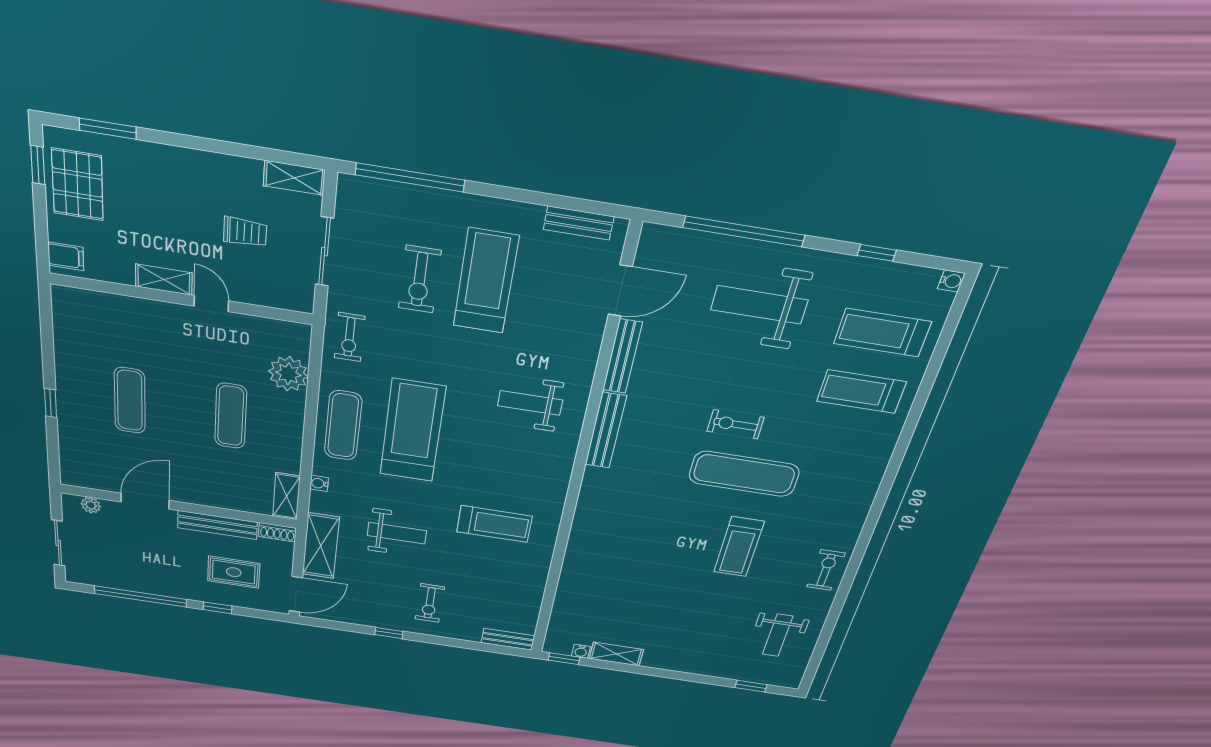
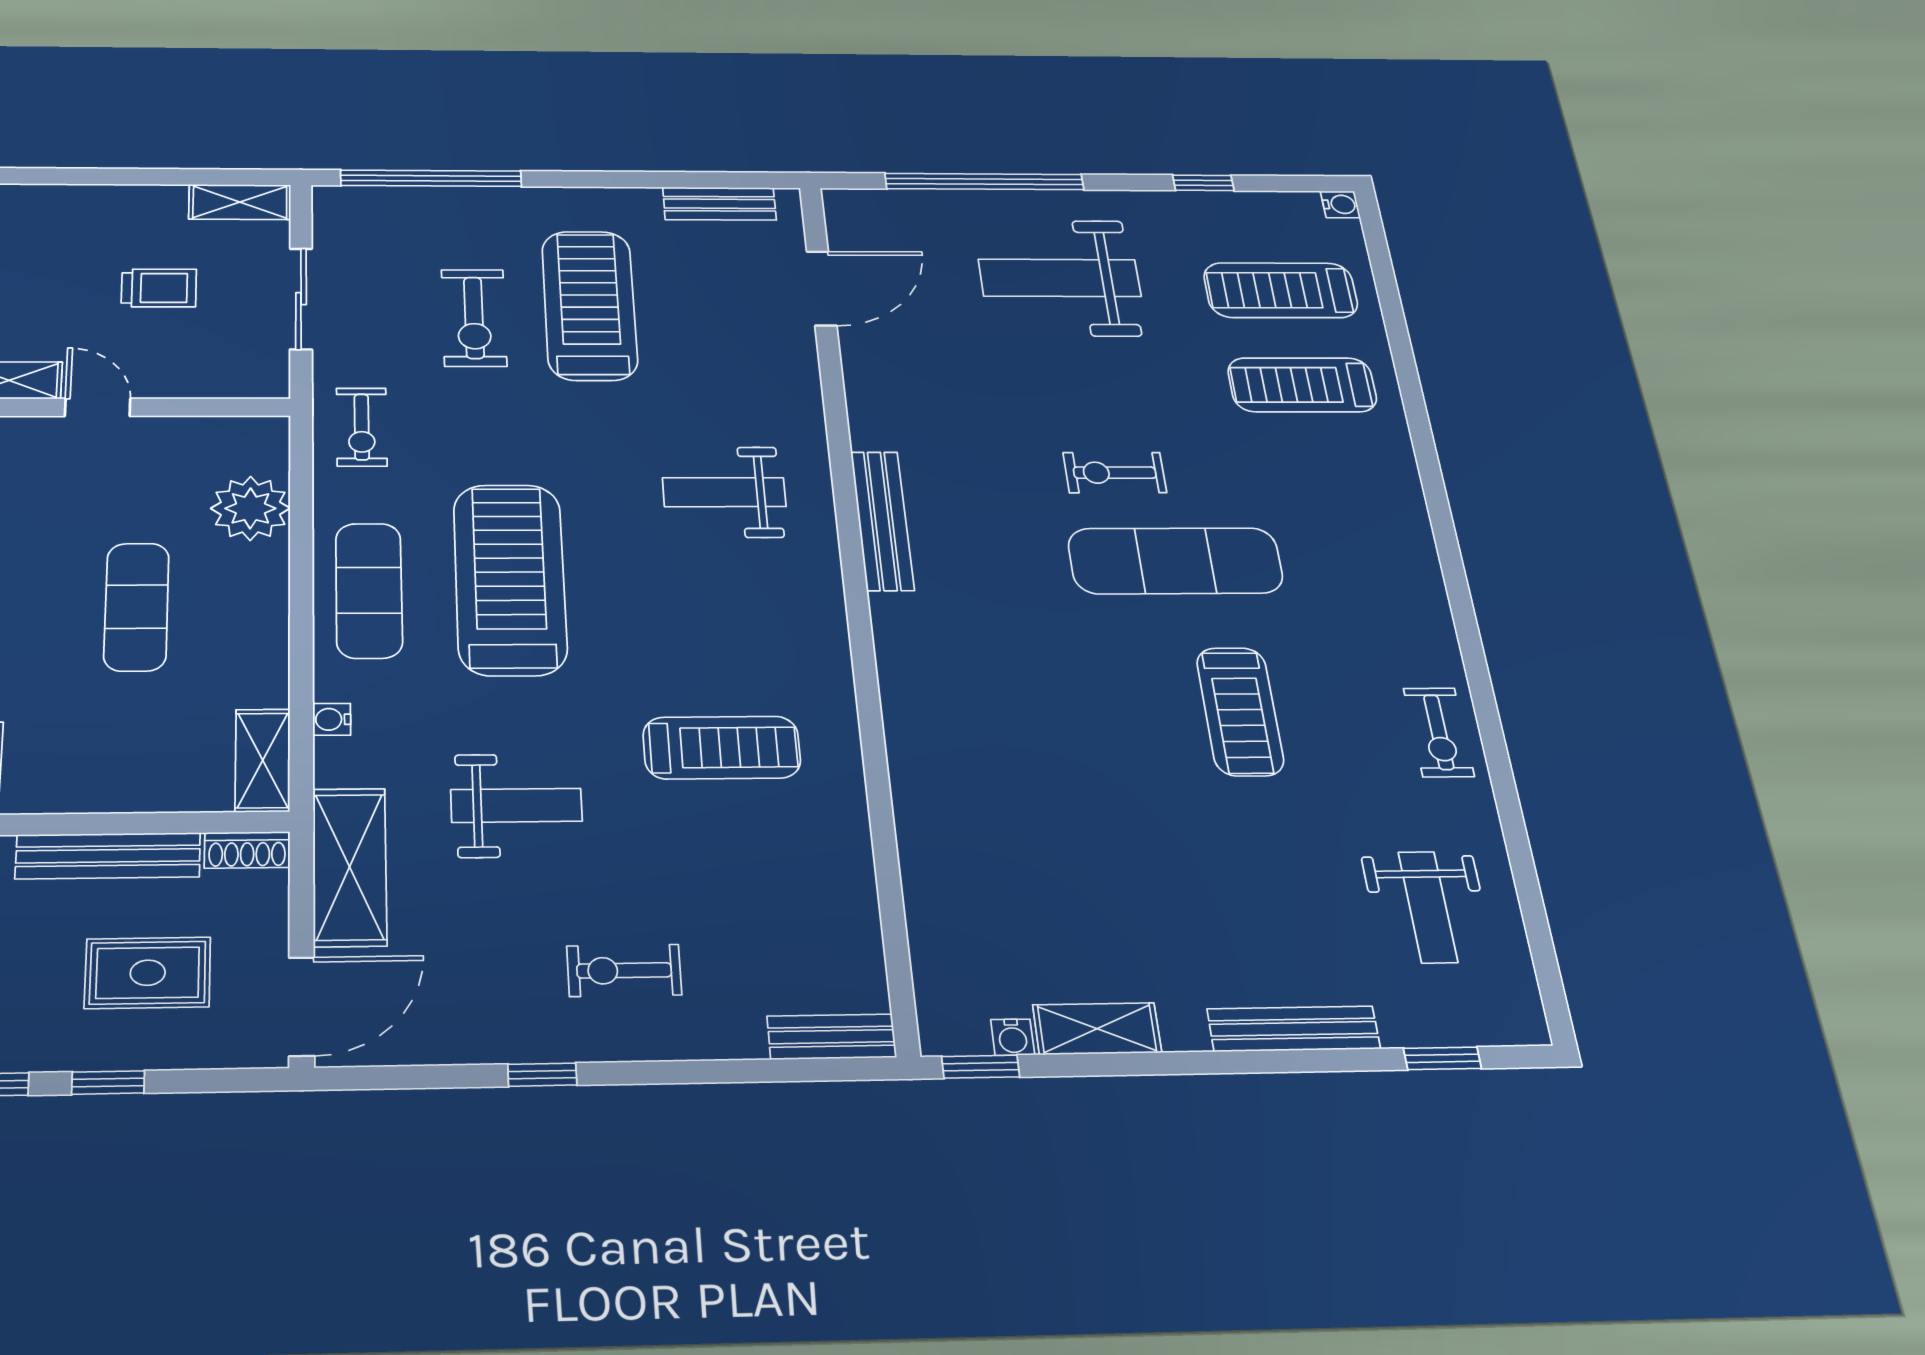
bench: (622, 356) -> (1294, 1029), moved, turned 90
exercise bike: (826, 570) -> (1439, 732), turned 180
exercise bike: (430, 603) -> (624, 970), turned 90

